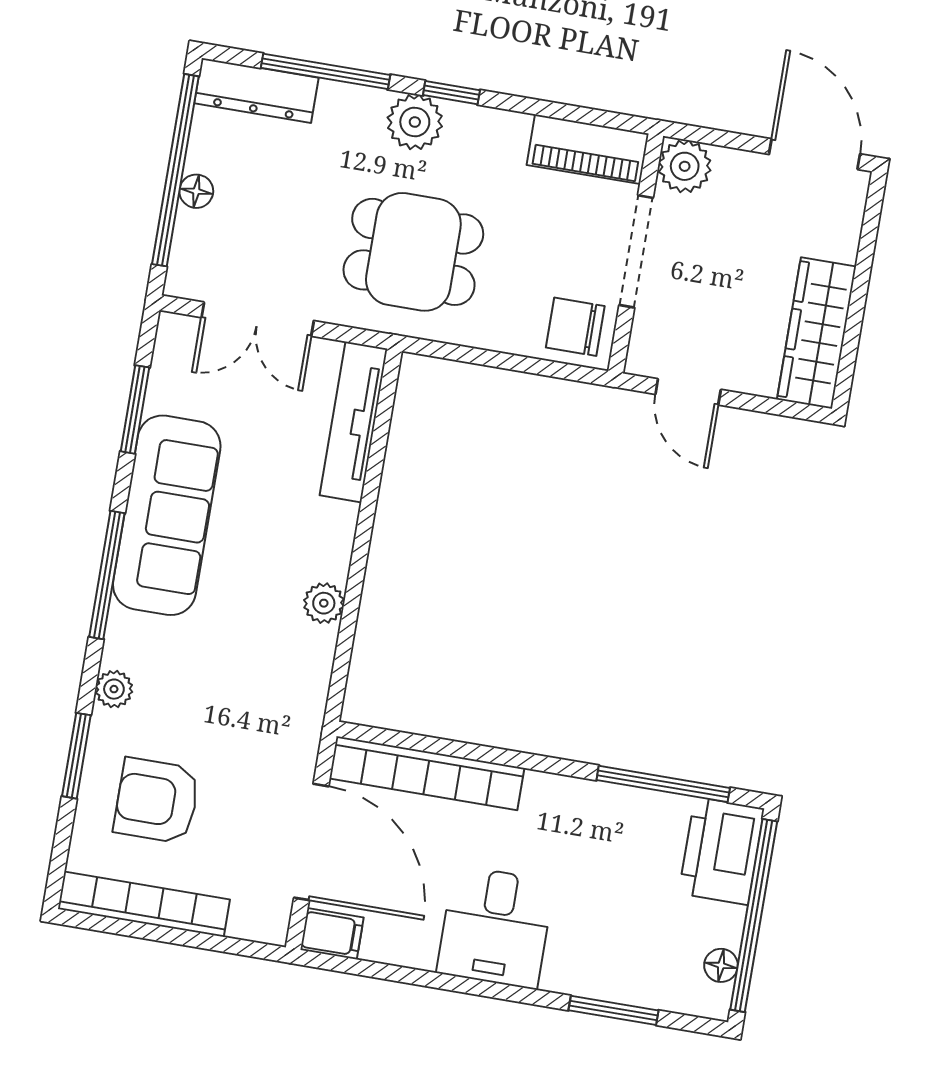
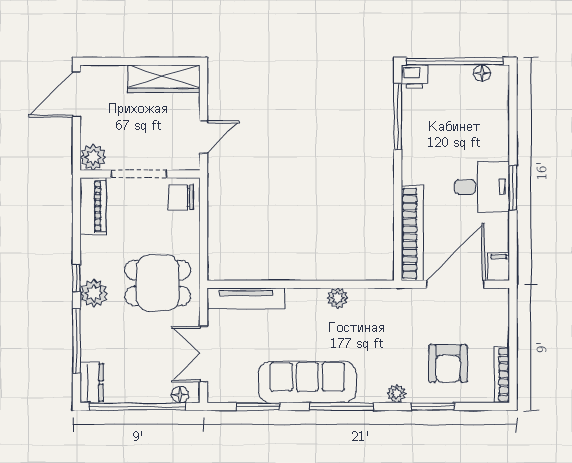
dresser: (256, 91) -> (92, 382), width x0.70
floor lamp: (196, 191) -> (180, 395), moved
dining table: (413, 252) -> (158, 283), turned 90
double door: (258, 319) -> (204, 354), swing flipped
chair: (575, 327) -> (181, 198), turned 90
printer: (721, 851) -> (414, 77), width x0.53, depth x0.68
bookcase: (144, 904) -> (502, 375), width x0.68, depth x0.76
window: (613, 1010) -> (513, 188), moved

